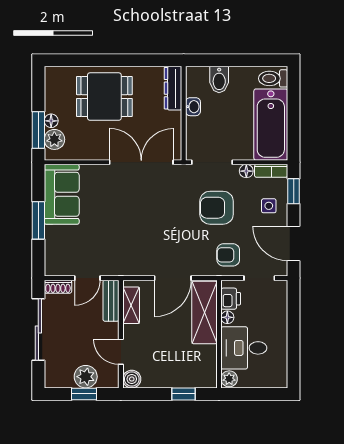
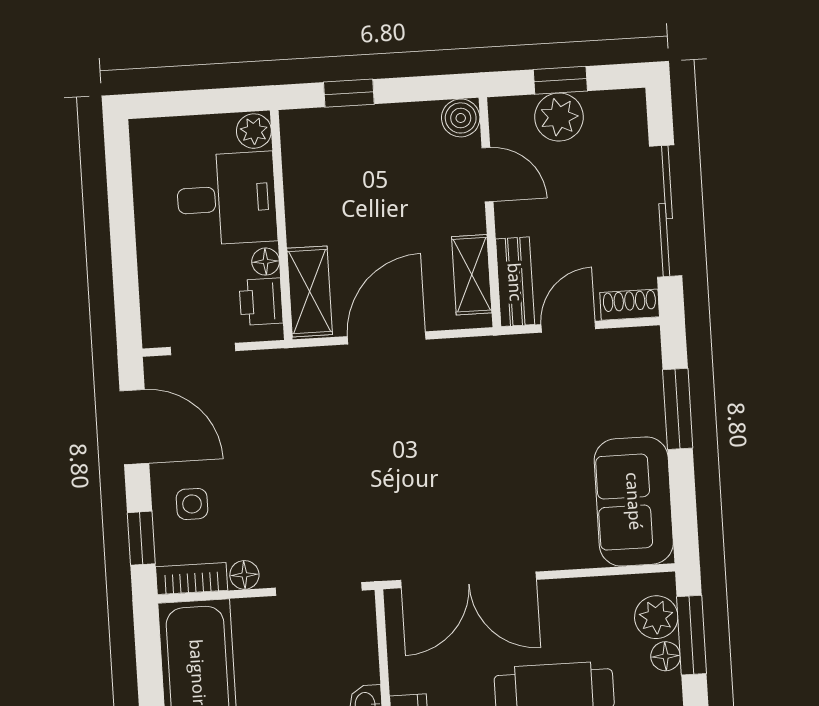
armchair: (217, 208) -> (303, 493), removed
window: (38, 220) -> (678, 409), moved
armchair: (228, 255) -> (272, 394), removed
shelving: (204, 313) -> (310, 291), width x0.67, depth x0.75

